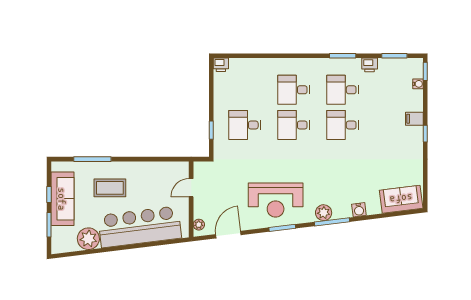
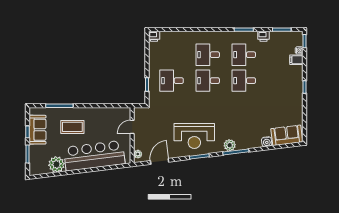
filing cabinet: (414, 119) -> (296, 60), moved
sofa: (62, 199) -> (37, 130), width x0.73
water cooler: (359, 210) -> (267, 142), moved

